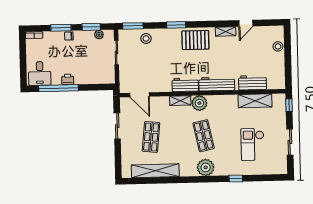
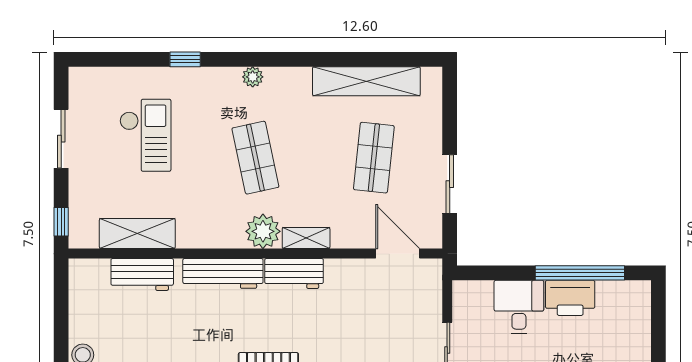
desk: (40, 73) -> (519, 307), moved
printer: (68, 79) -> (570, 298), width x1.87, depth x1.48
plant: (206, 167) -> (253, 77), width x0.53, depth x0.53

